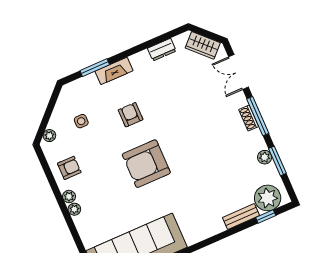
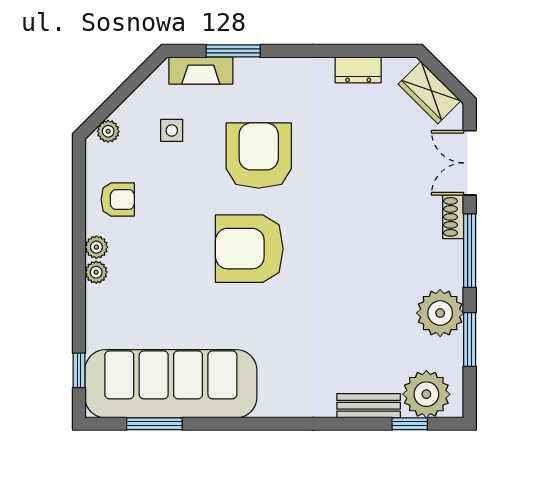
fireplace: (114, 71) -> (201, 71), moved
armchair: (131, 115) -> (259, 156), width x1.88, depth x1.88
shoe rack: (249, 118) -> (453, 217), moved
plant: (265, 157) -> (440, 313), width x1.88, depth x1.88

